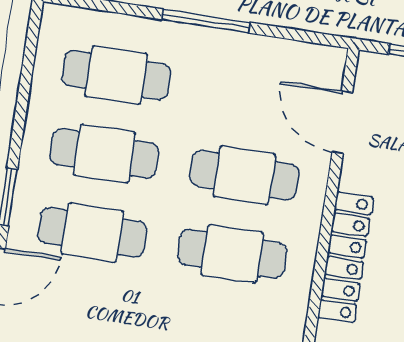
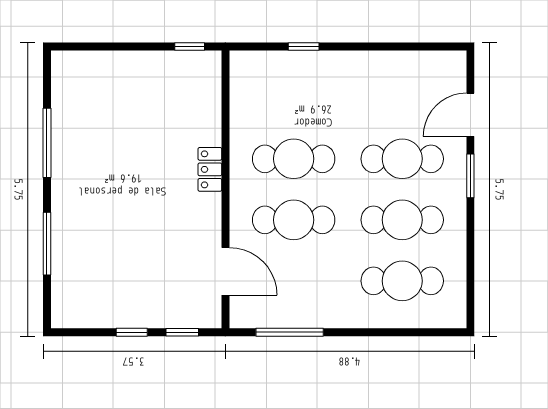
window: (206, 21) -> (290, 332), moved
locker: (345, 257) -> (210, 169), width x0.46, depth x0.83

